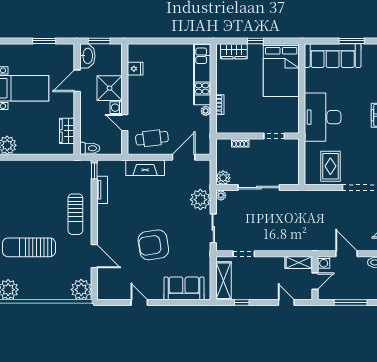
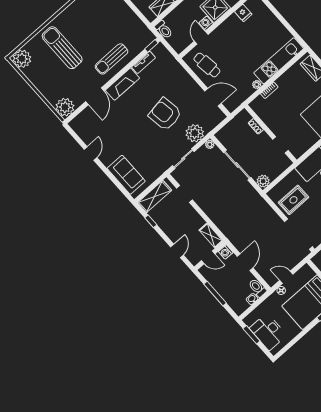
fireplace: (145, 168) -> (122, 84), moved, turned -90
plant: (223, 178) -> (263, 181), moved
armchair: (153, 245) -> (165, 114), moved

